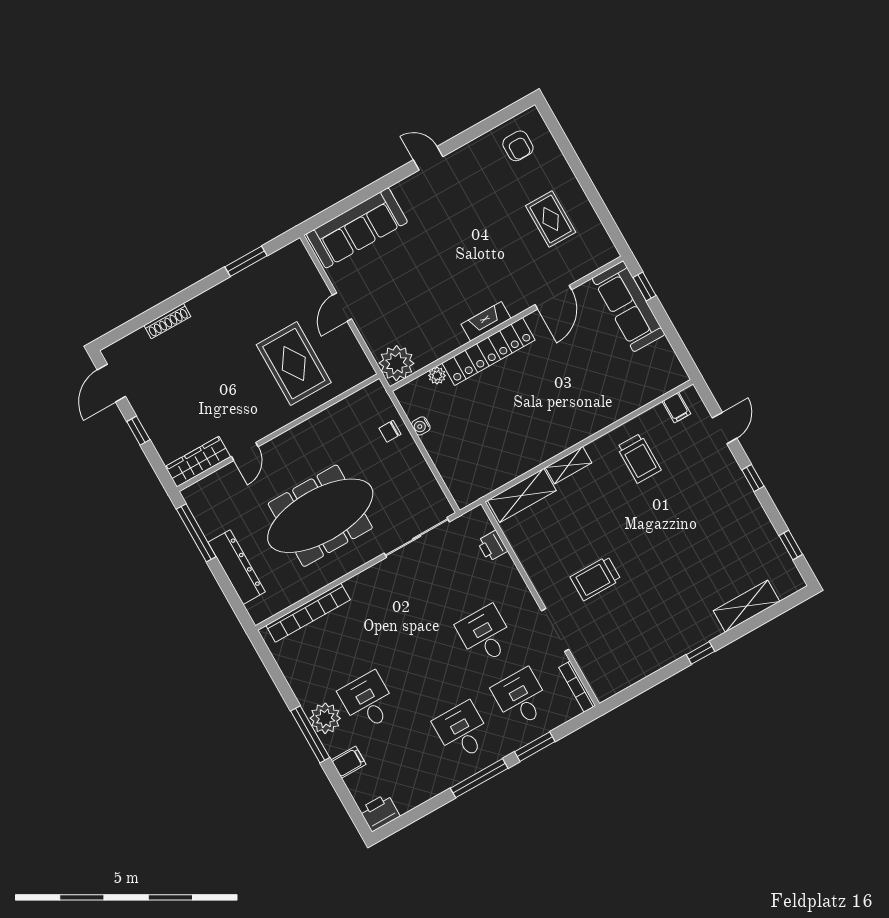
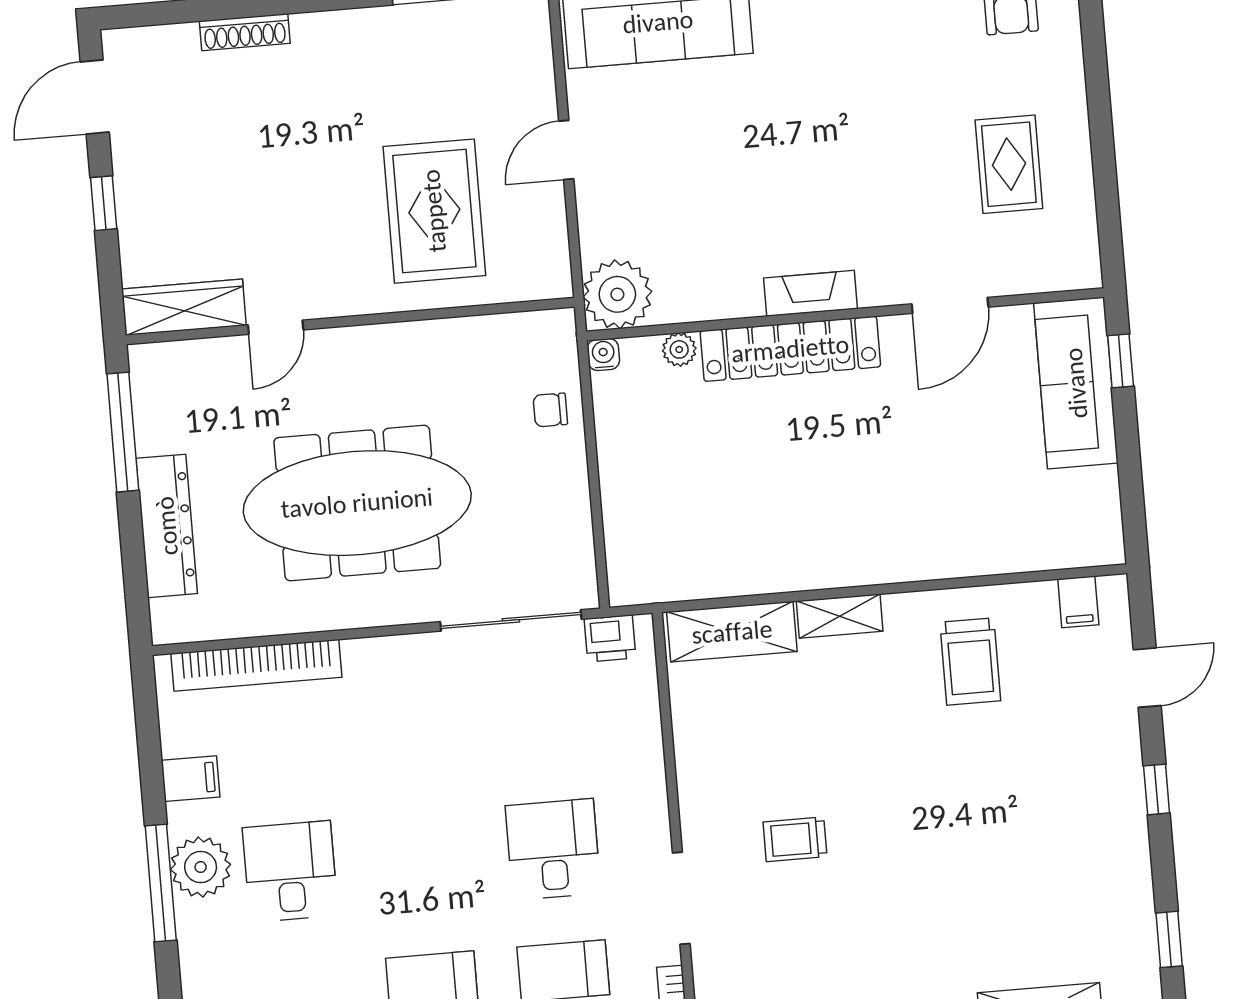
water cooler: (421, 426) -> (603, 355), moved, turned 90
printer: (492, 546) -> (610, 638), moved, turned -90
trolley: (596, 578) -> (795, 839), width x0.73, depth x0.72
filing cabinet: (349, 762) -> (191, 779), moved

